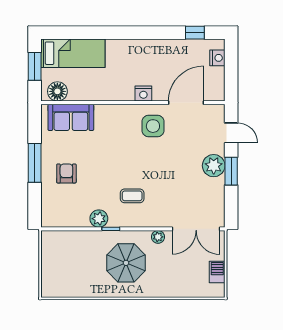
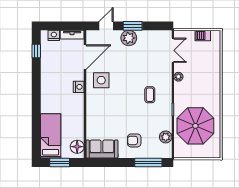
tv unit: (218, 84) -> (72, 35), added
door: (186, 103) -> (85, 57), swing flipped
sofa: (71, 117) -> (102, 149), moved, turned -90
window: (35, 163) -> (148, 163), moved
plant: (99, 219) -> (166, 137), moved
double door: (196, 229) -> (173, 50), width x0.73
parasol: (126, 263) -> (195, 126), moved, width x1.36, depth x1.36

